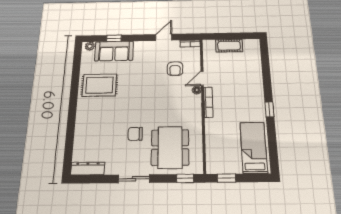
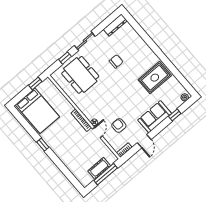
window: (227, 36) -> (106, 174), added
sofa: (114, 51) -> (155, 117), moved
chair: (135, 134) -> (116, 61), moved
bed: (254, 147) -> (37, 111), width x1.50
window: (185, 178) -> (65, 58), moved

